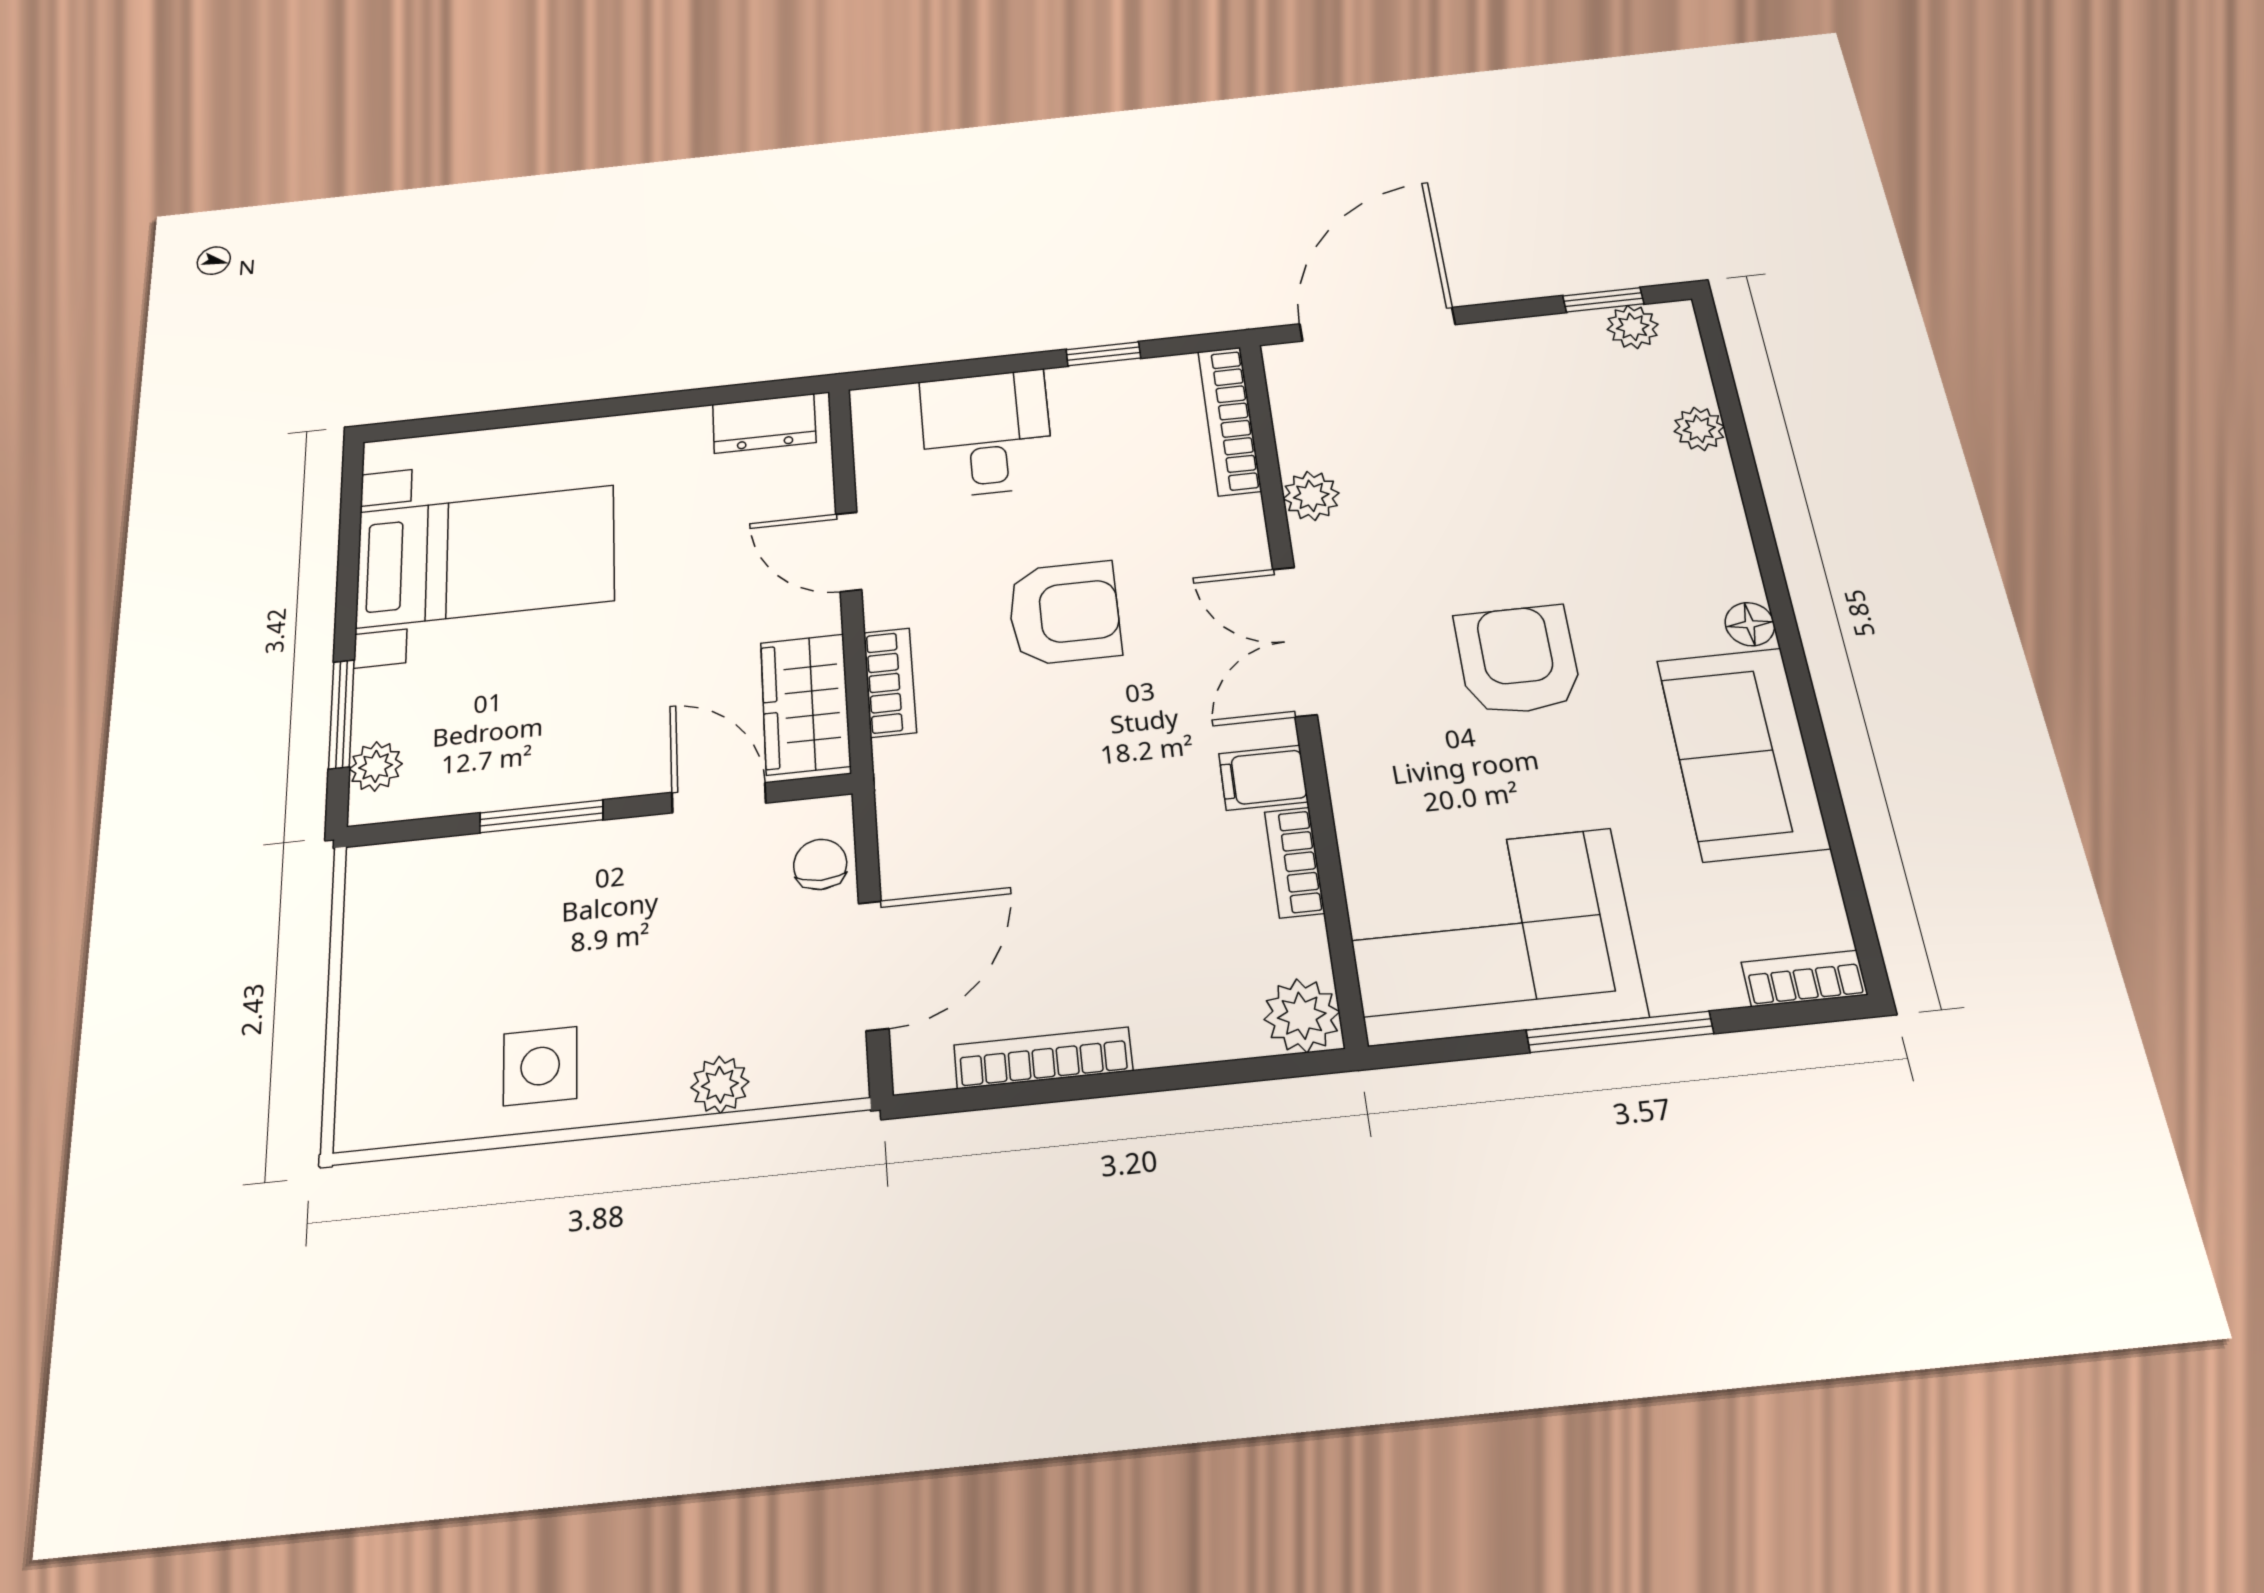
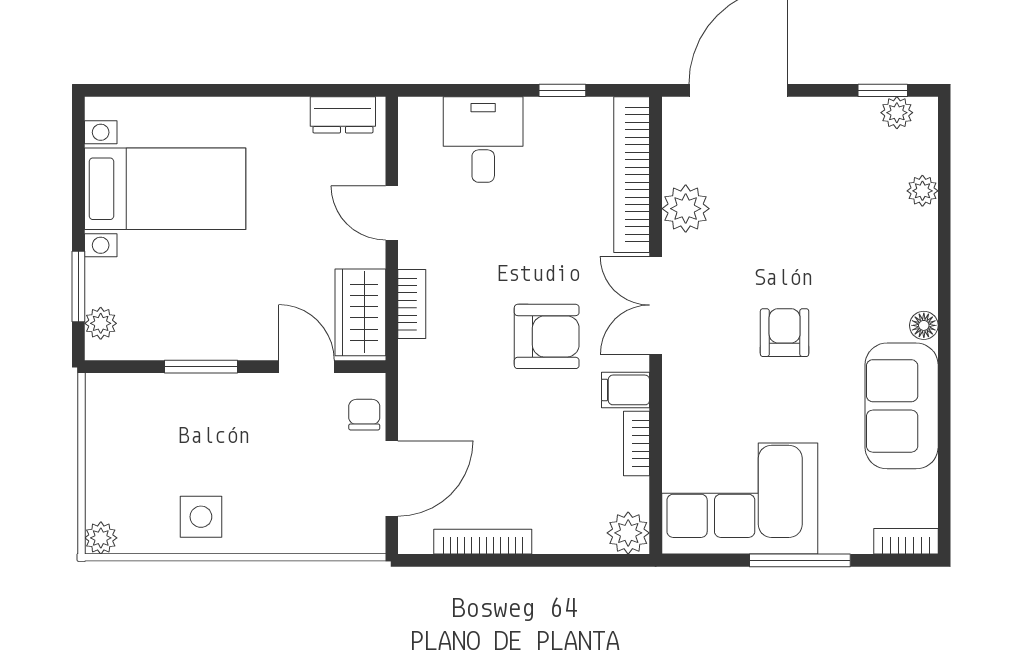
bookcase: (1229, 421) -> (632, 175), width x1.48, depth x1.31
plant: (1311, 496) -> (686, 209), width x1.38, depth x1.38
armchair: (1064, 613) -> (547, 336), moved
armchair: (1518, 660) -> (785, 333), width x0.72, depth x0.72
plant: (720, 1085) -> (101, 538), moved

